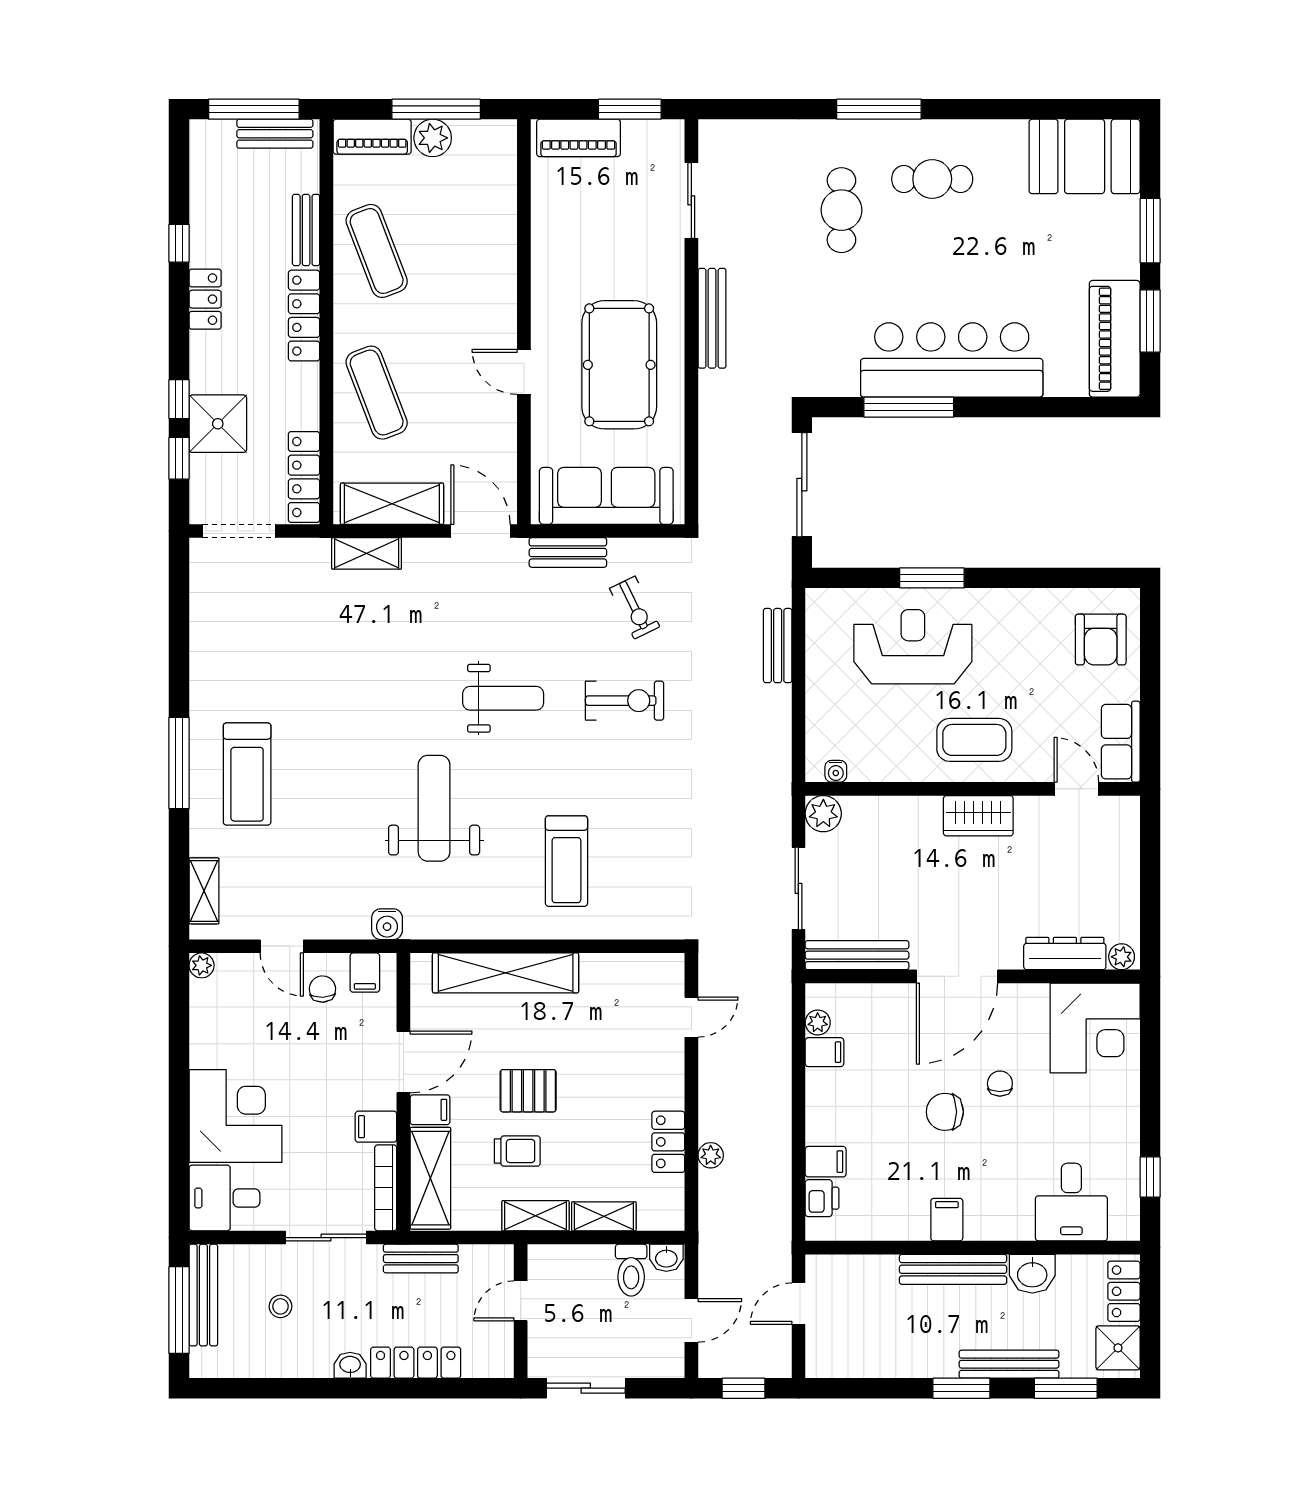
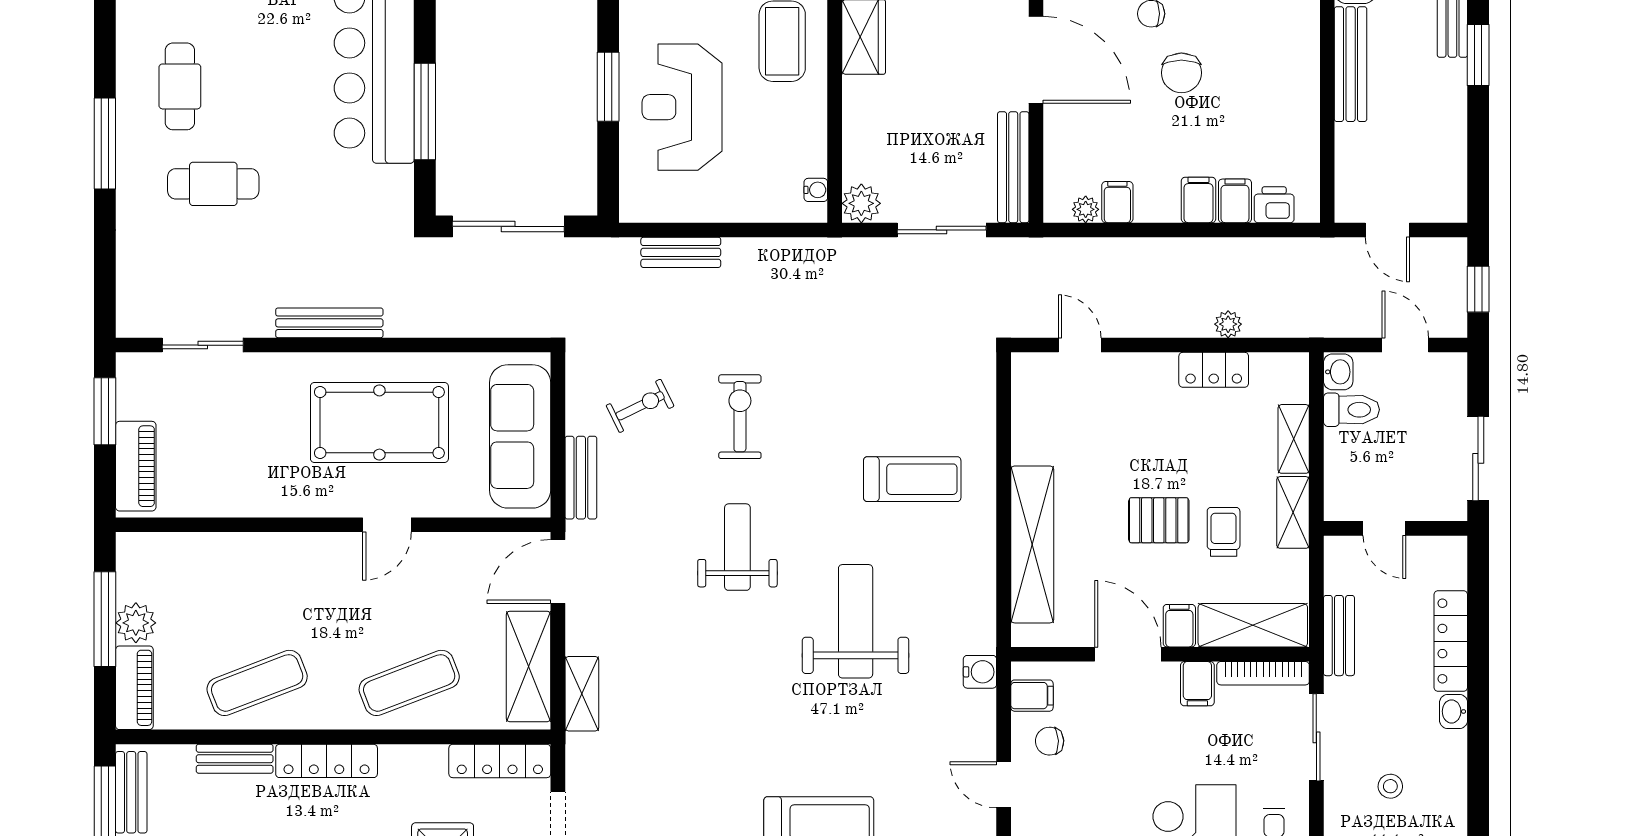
weight bench: (434, 808) -> (856, 621), turned 90
door: (282, 946) -> (1004, 785), swing flipped
pallet: (528, 1091) -> (1159, 520), turned 90
filing cabinet: (947, 1220) -> (1199, 200), moved, turned 90

